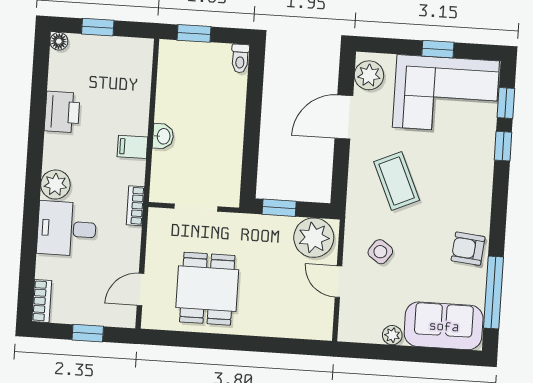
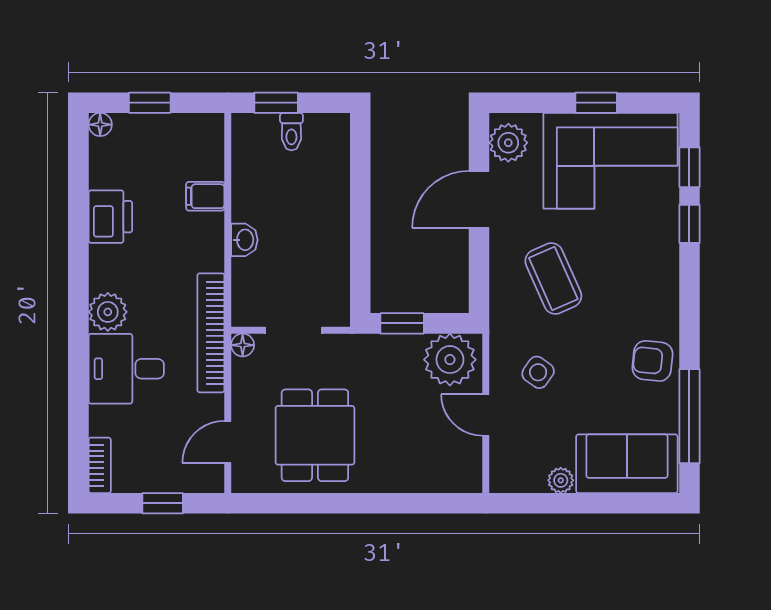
toilet: (240, 58) -> (291, 132), moved
filing cabinet: (132, 147) -> (205, 196), moved
bookcase: (135, 206) -> (211, 333), width x2.31, depth x1.31
floor lamp: (157, 216) -> (243, 345), added

